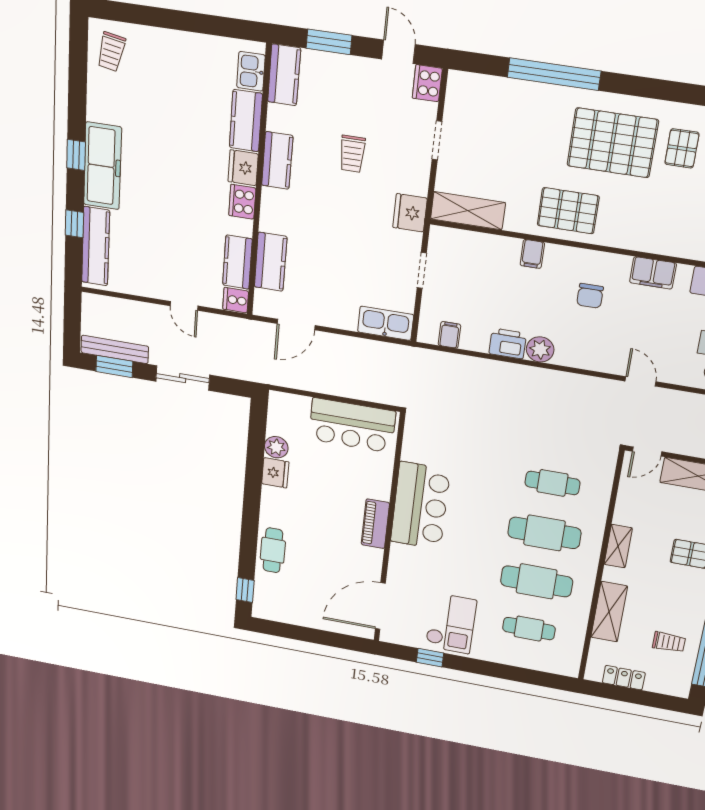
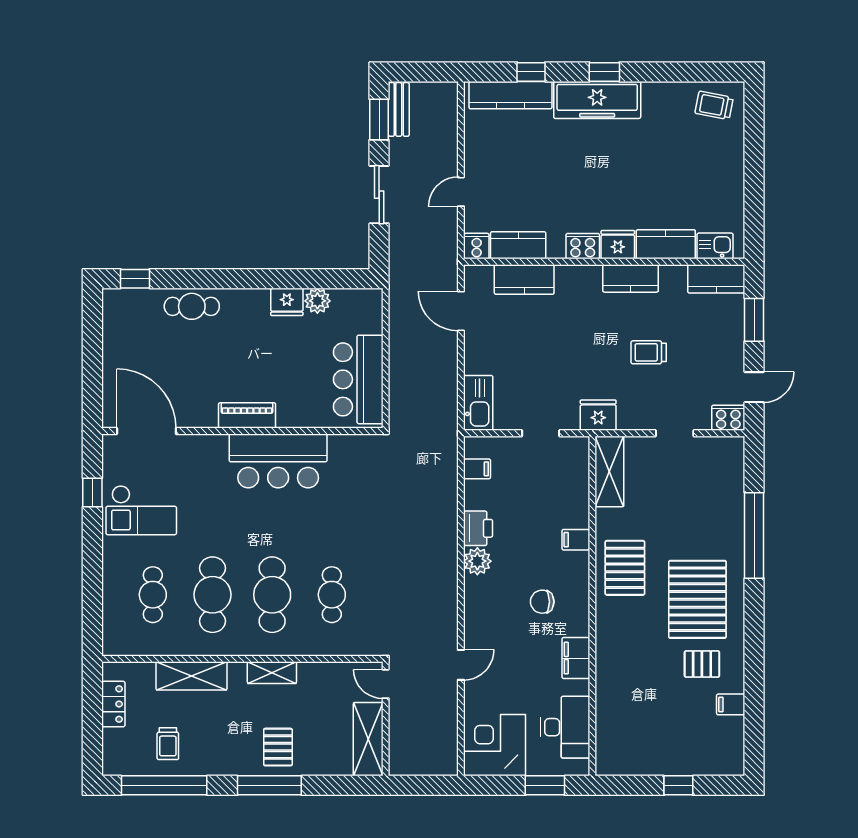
bench: (115, 349) -> (399, 109), width x0.73

